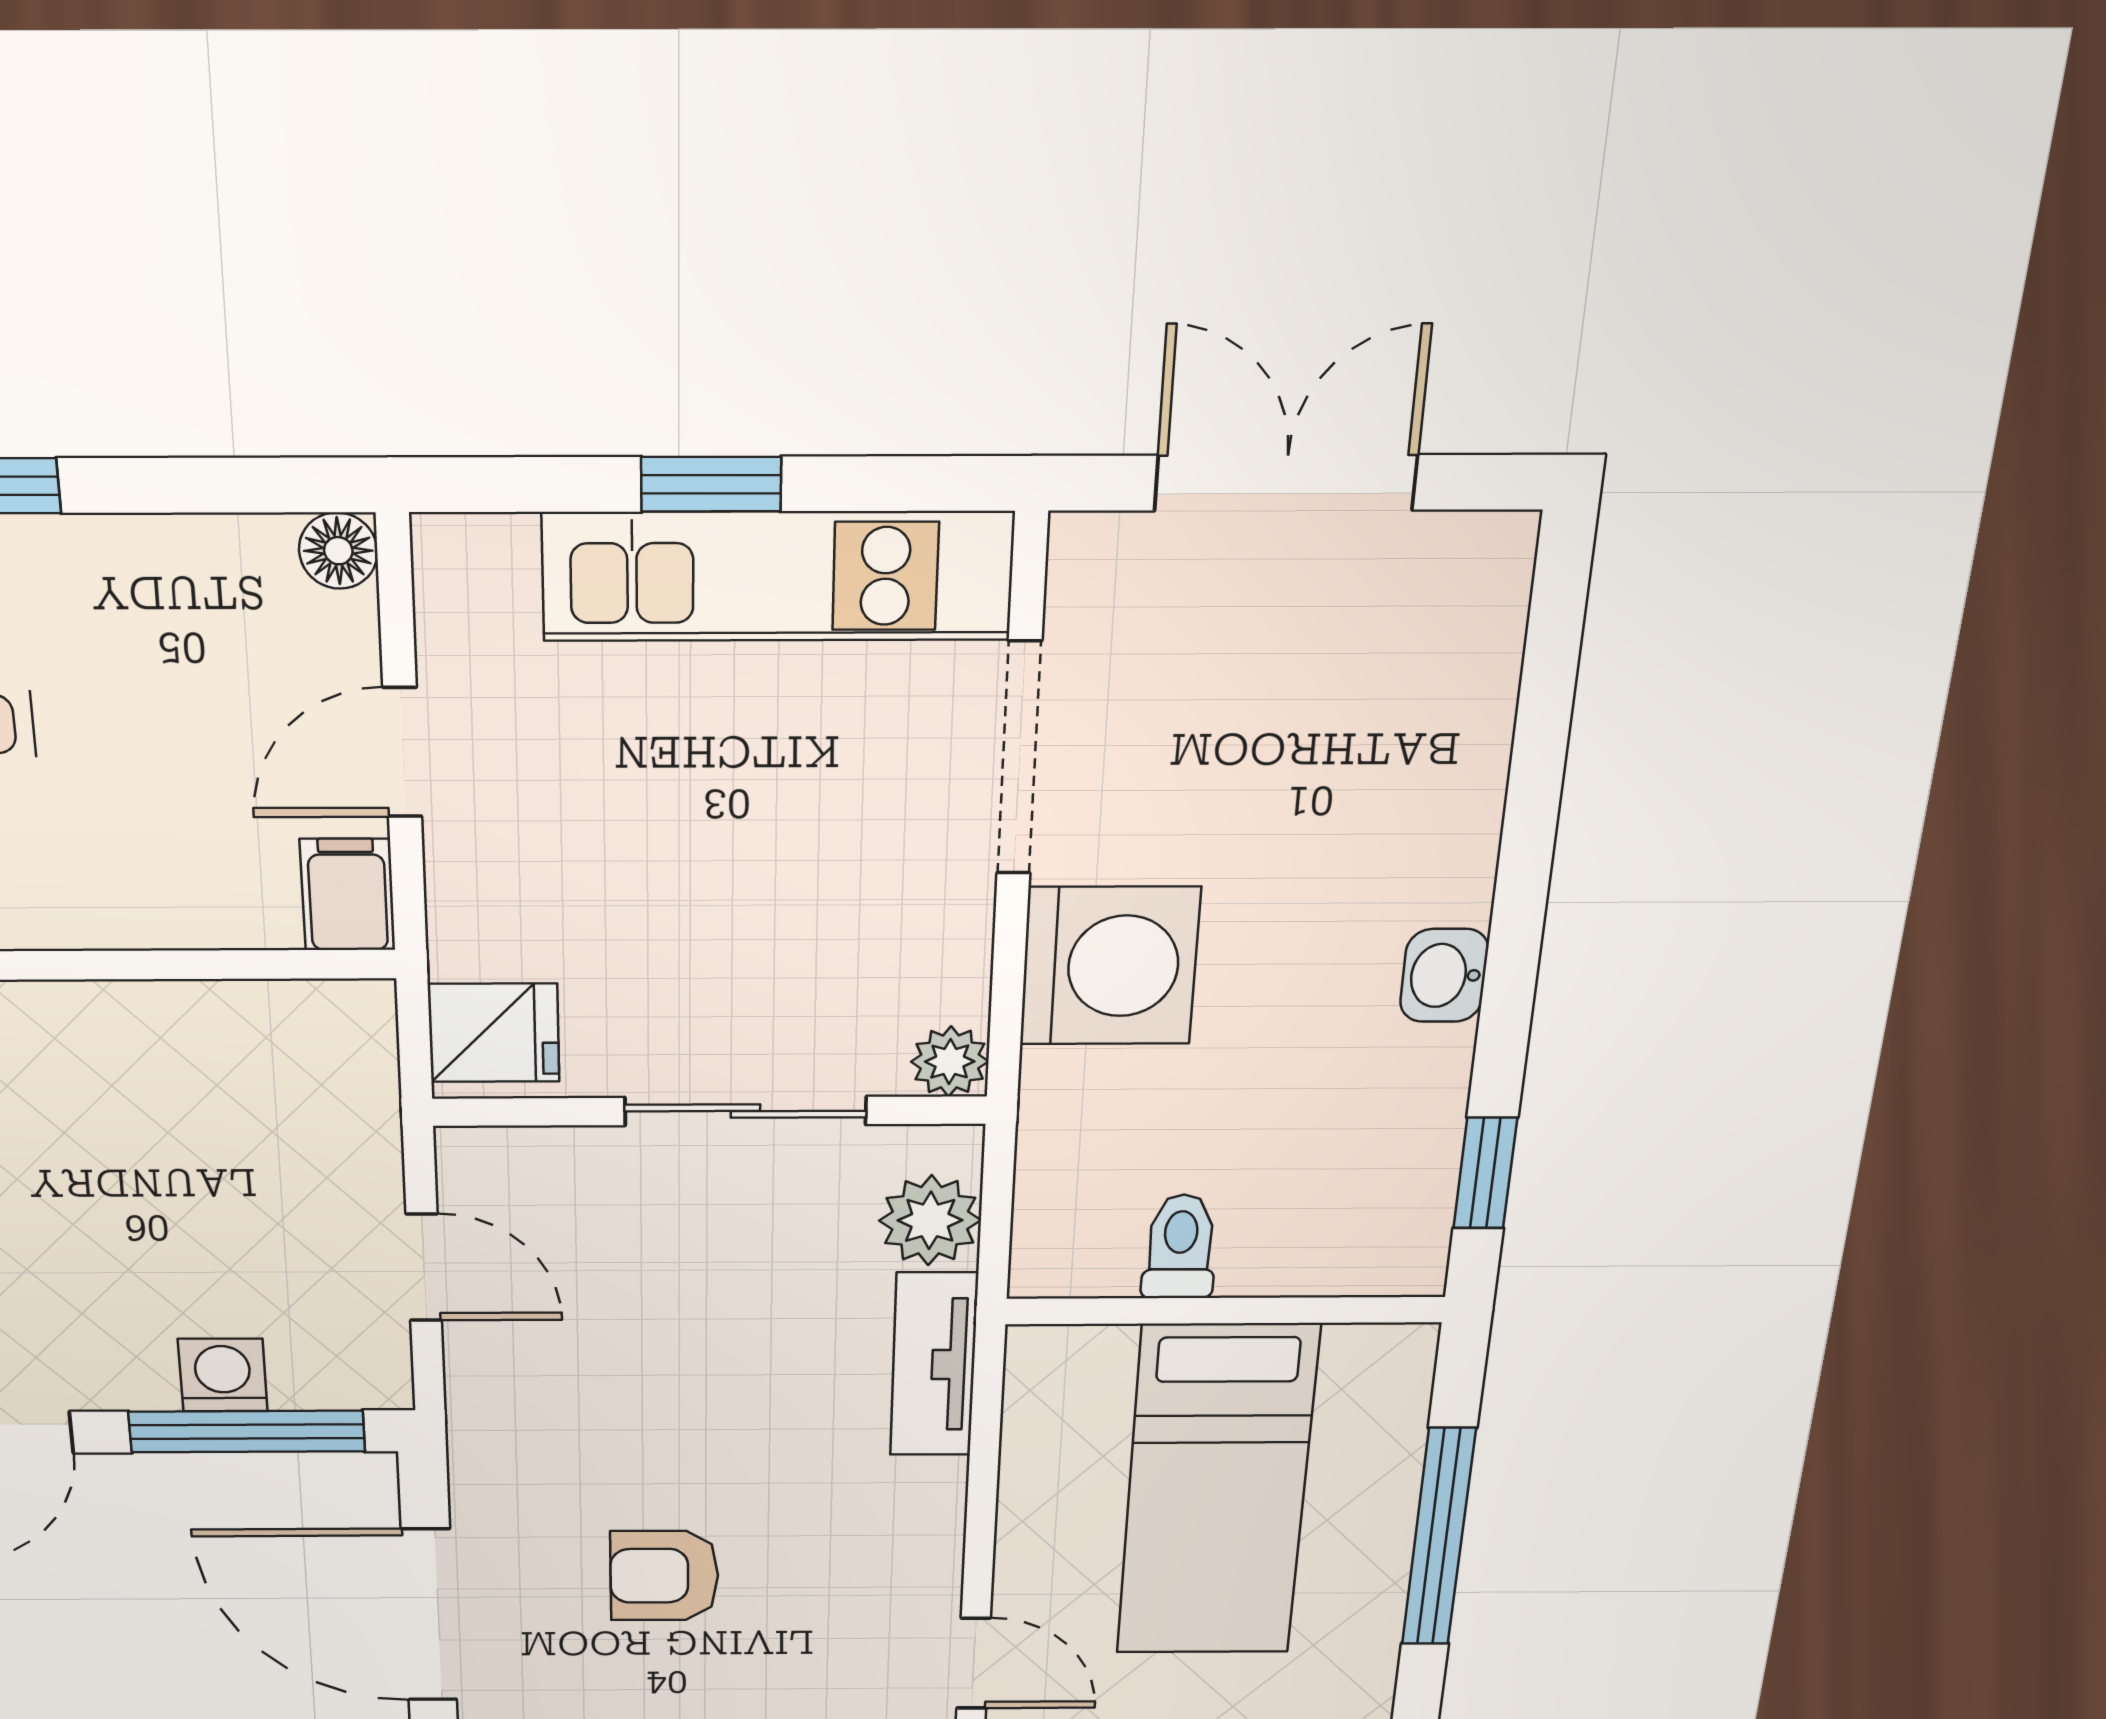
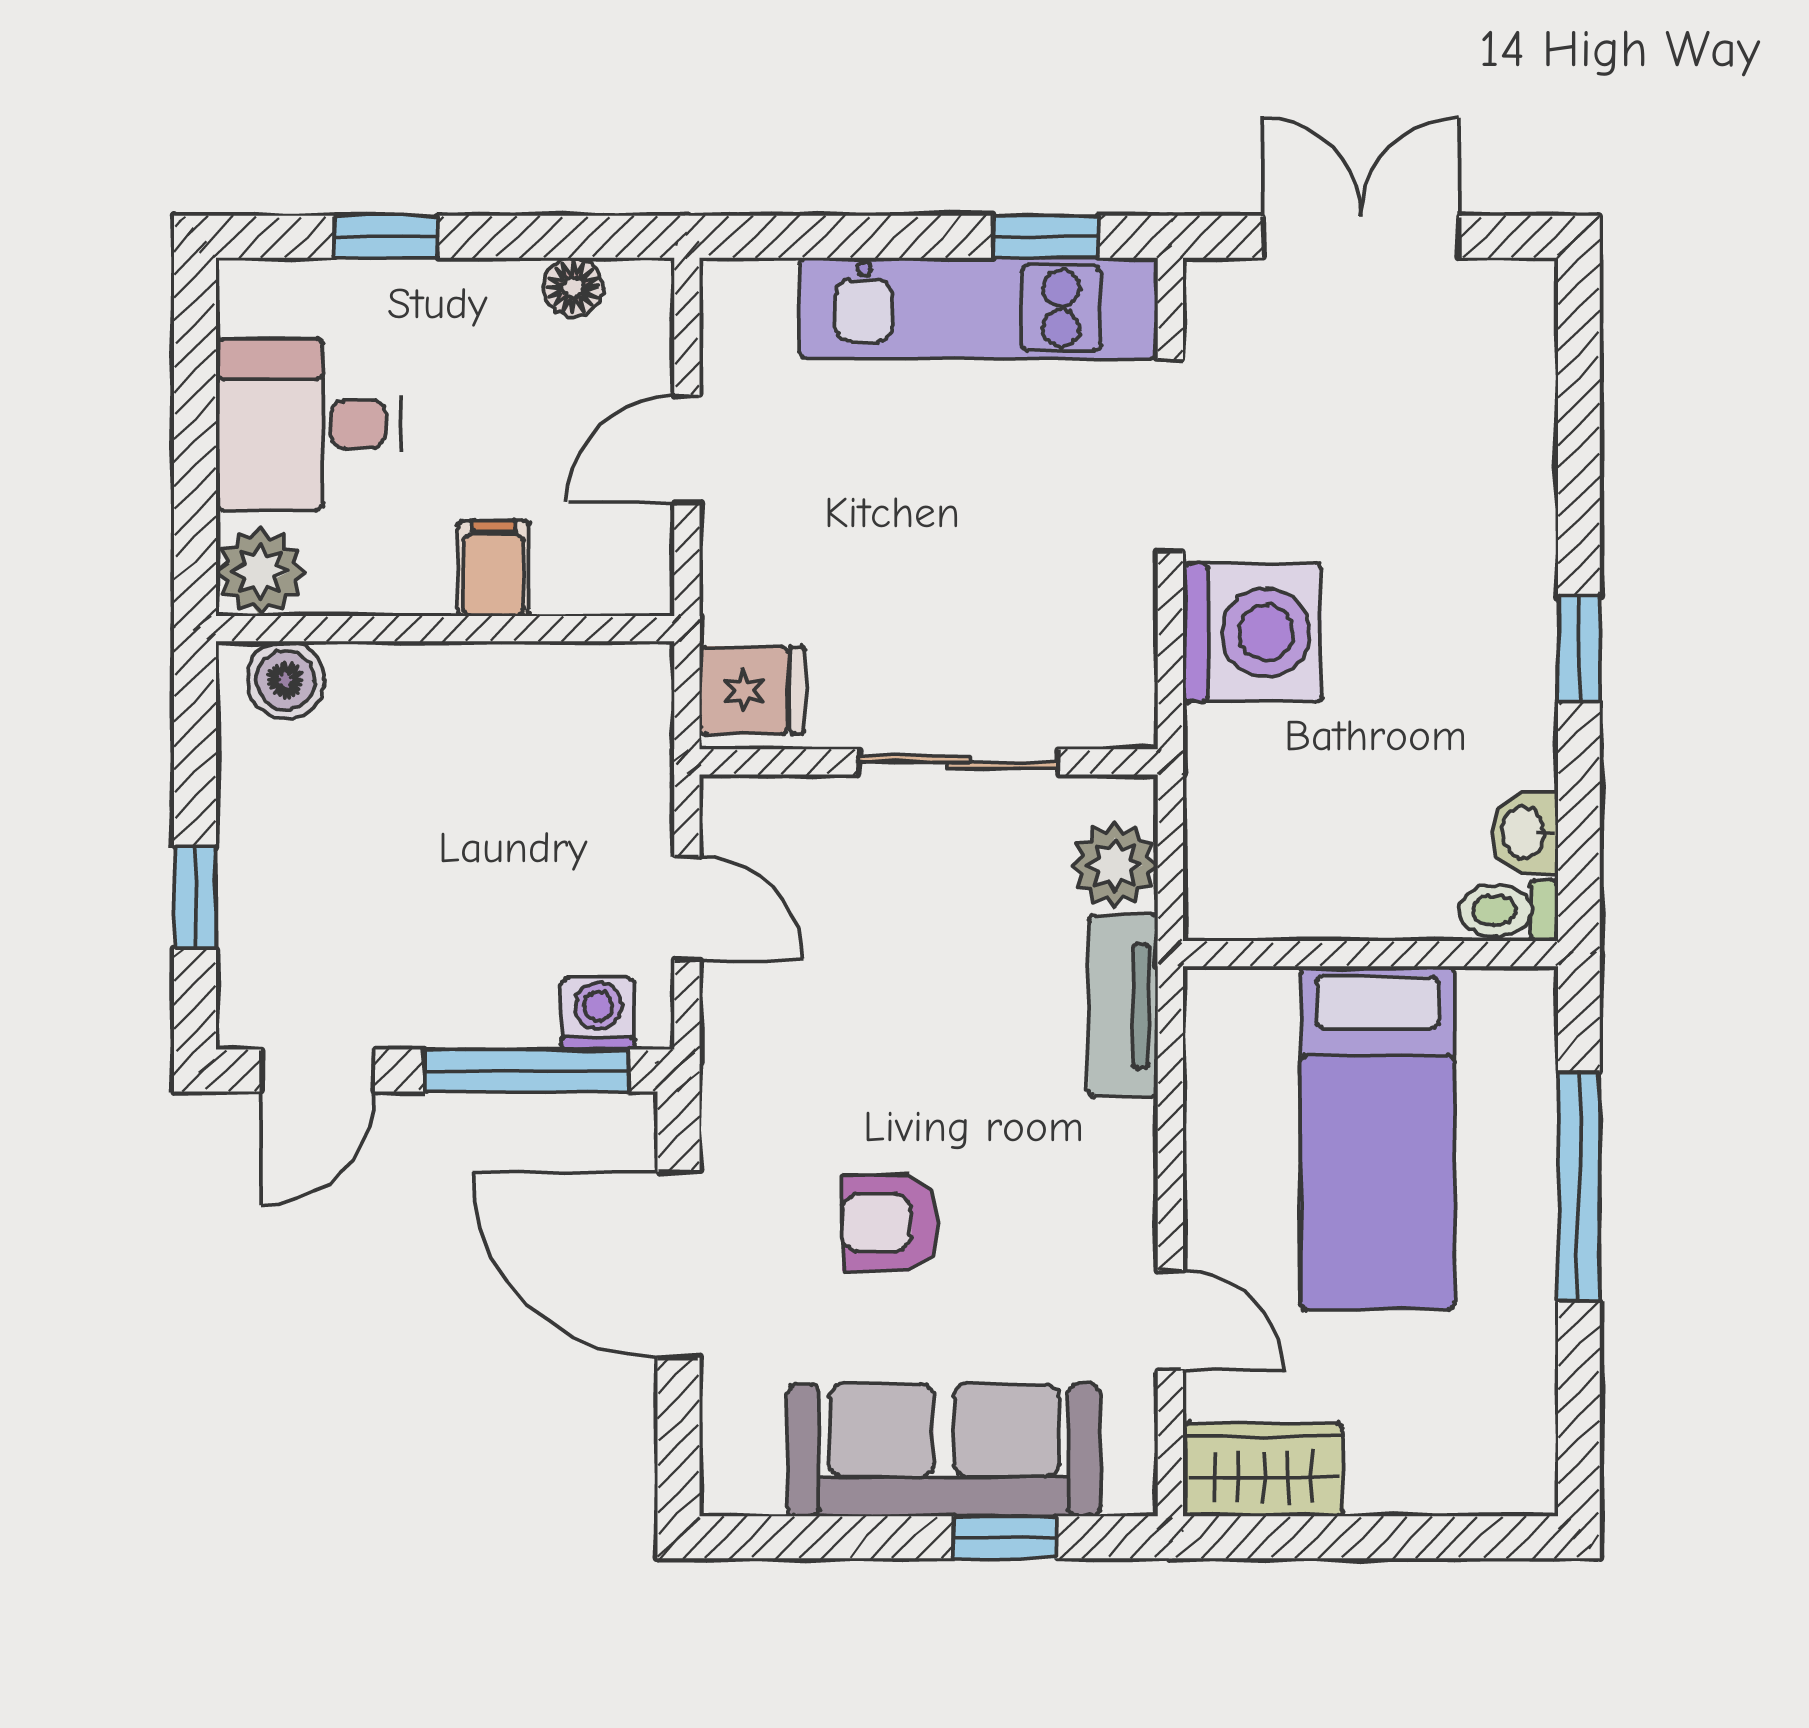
window: (711, 484) -> (1045, 237), moved
floor lamp: (338, 551) -> (573, 287), moved
filing cabinet: (348, 895) -> (493, 568), moved
washbasin: (1444, 975) -> (1525, 832), moved
plant: (950, 1062) -> (1126, 717), removed
window: (1485, 1173) -> (1579, 649), moved
toilet: (1180, 1247) -> (1508, 911), moved, turned -90
washing machine: (223, 1375) -> (598, 1013), moved

